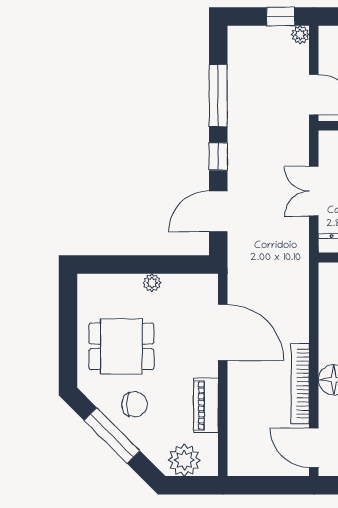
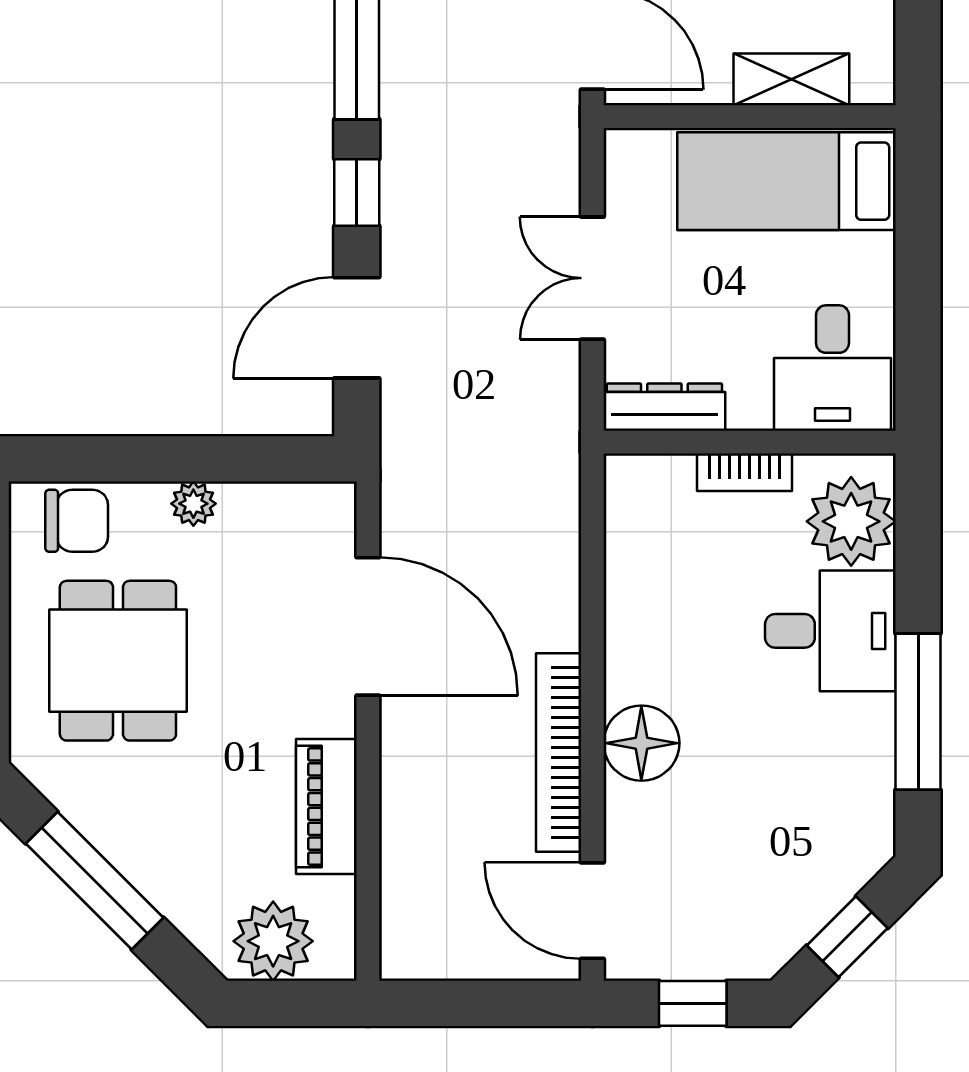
dining table: (121, 346) -> (118, 661), turned 90
chair: (134, 404) -> (77, 521), moved

